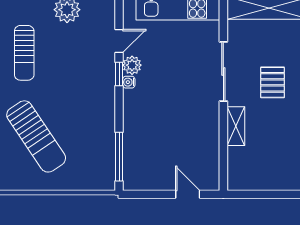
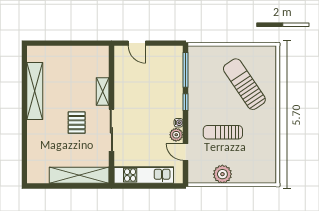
door: (119, 41) -> (185, 152), hinge flipped
sun lounger: (24, 53) -> (223, 132), moved, turned -90
window: (119, 74) -> (185, 102), moved

